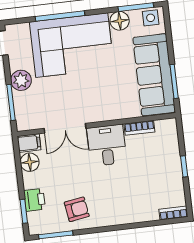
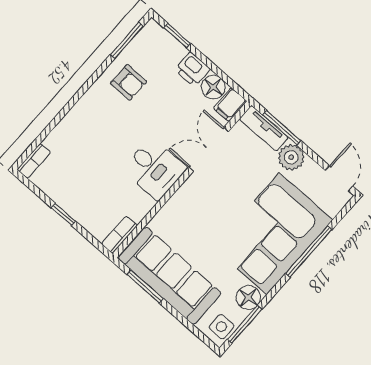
tv unit: (22, 112) -> (264, 128), added
bookcase: (139, 128) -> (119, 235), moved
printer: (35, 200) -> (192, 69), moved
armchair: (77, 209) -> (129, 82), turned -81

